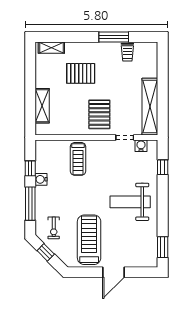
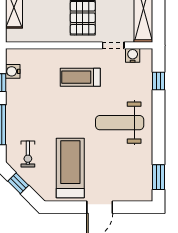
treadmill: (78, 159) -> (80, 77), moved, turned 90
water cooler: (41, 179) -> (13, 71), moved

